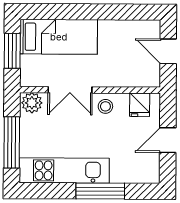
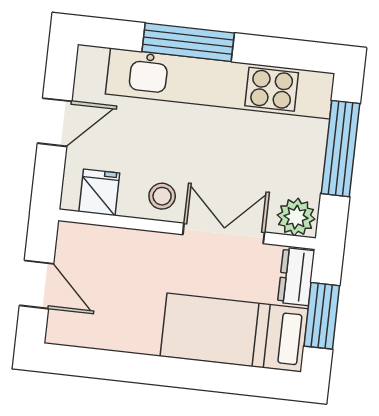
dresser: (28, 71) -> (296, 277), added
kitchen unit: (64, 171) -> (220, 84), width x1.36

